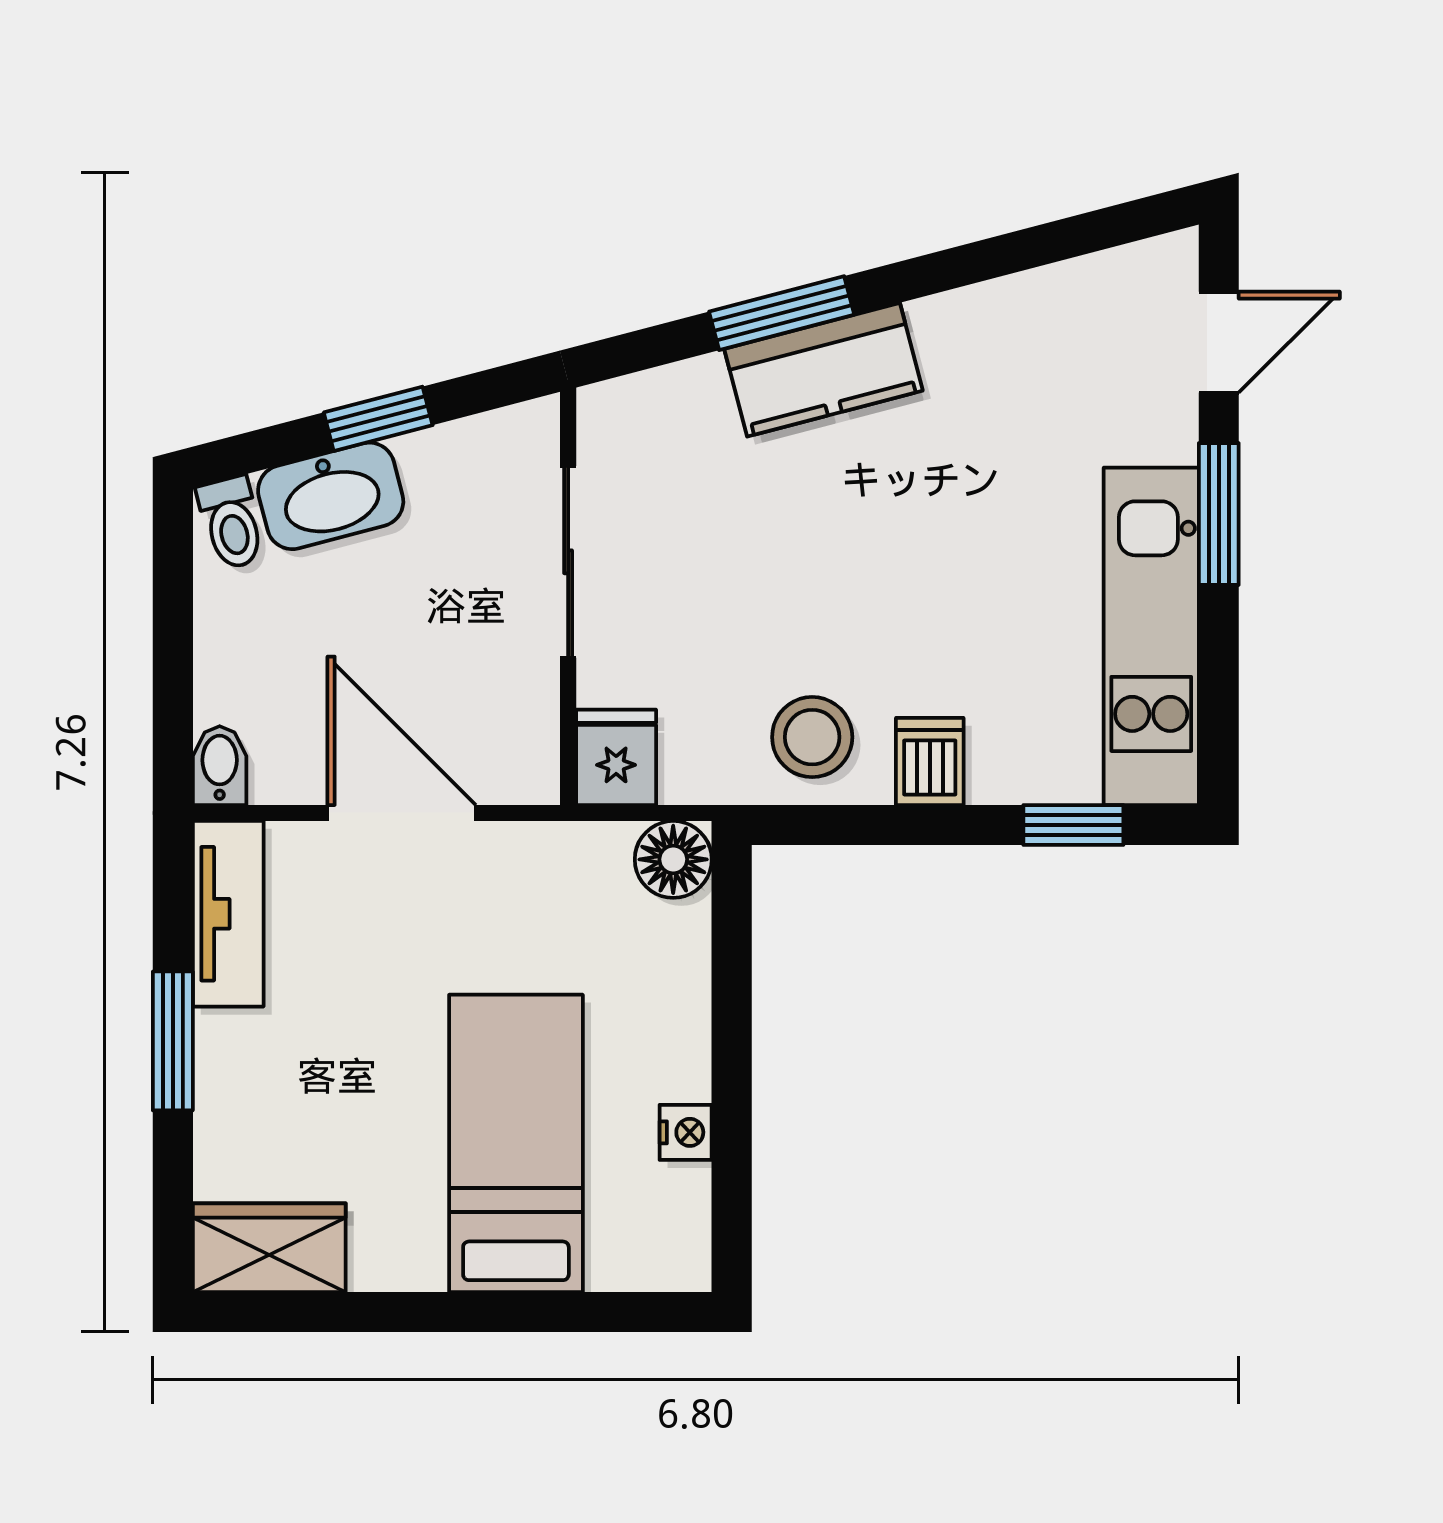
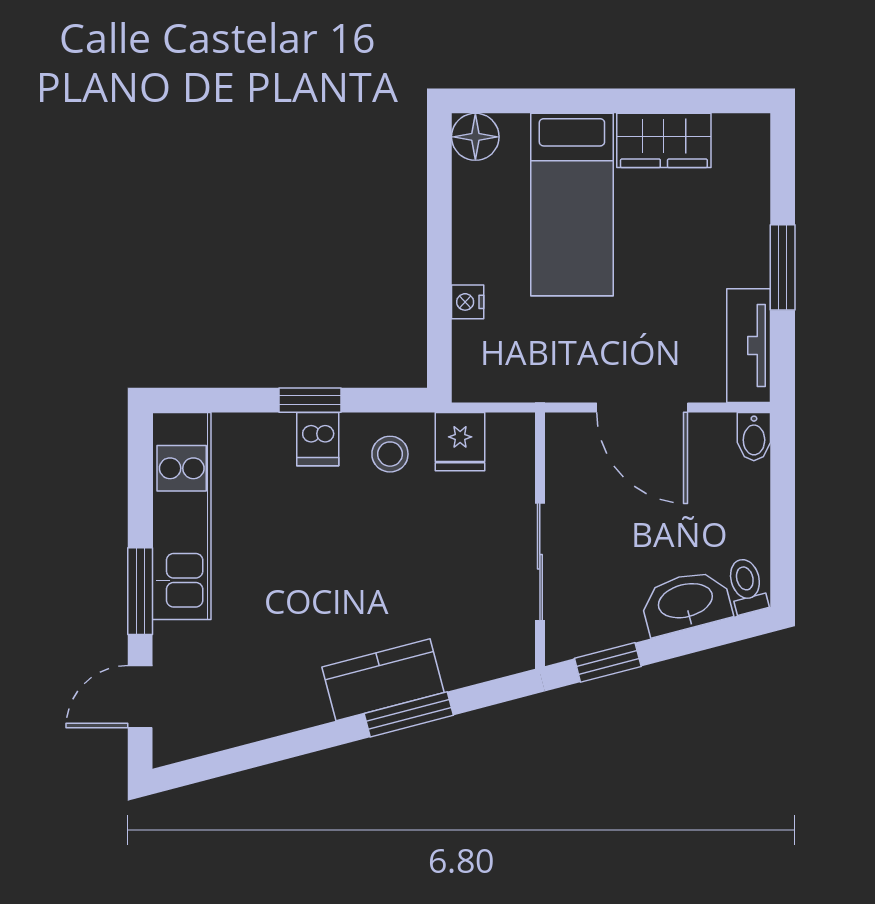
window: (378, 419) -> (608, 662), moved
stool: (812, 737) -> (390, 454), width x0.73, depth x0.73
fridge: (616, 757) -> (460, 442), moved
window: (1073, 825) -> (310, 400), moved
floor lamp: (673, 859) -> (475, 137), moved
nightstand: (686, 1132) -> (468, 302), moved
wardrobe: (269, 1248) -> (664, 140), moved

